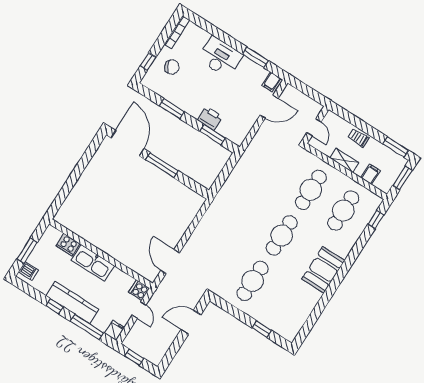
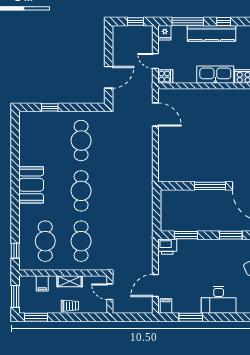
printer: (210, 118) -> (167, 247), moved

